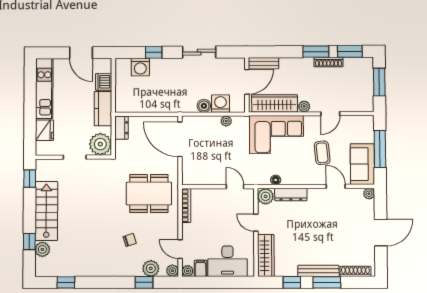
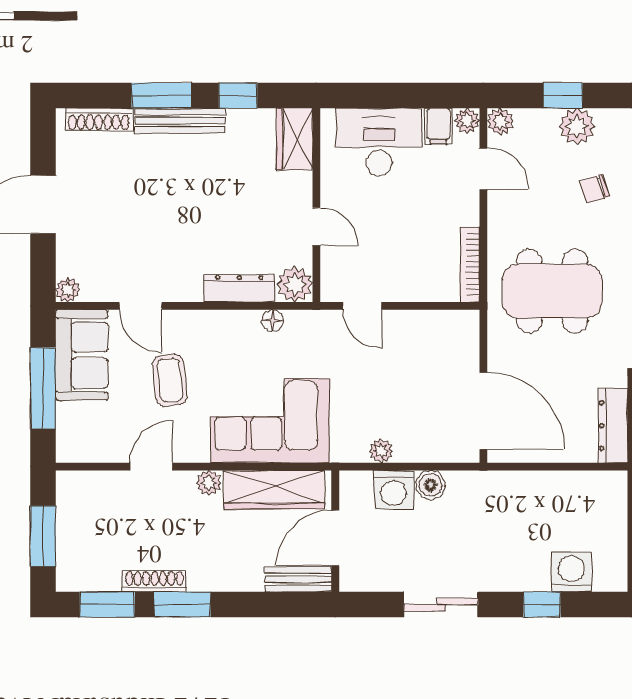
dresser: (122, 128) -> (613, 426), width x1.44
wardrobe: (266, 256) -> (295, 139), width x0.67
plant: (151, 268) -> (577, 126), moved

